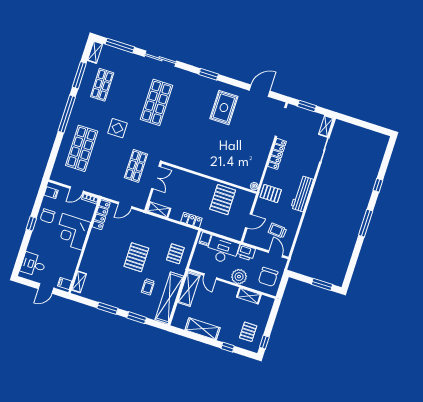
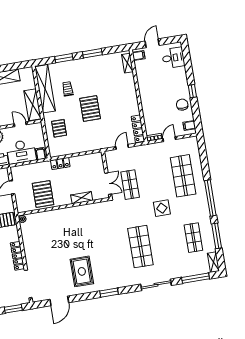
double door: (156, 177) -> (108, 184), swing flipped
shelving: (159, 210) -> (82, 198), moved
corner desk: (72, 232) -> (155, 102), removed

